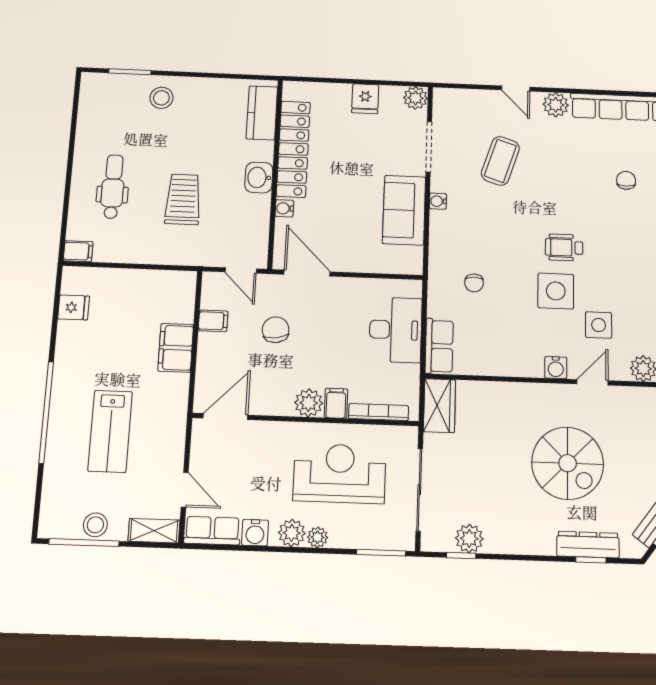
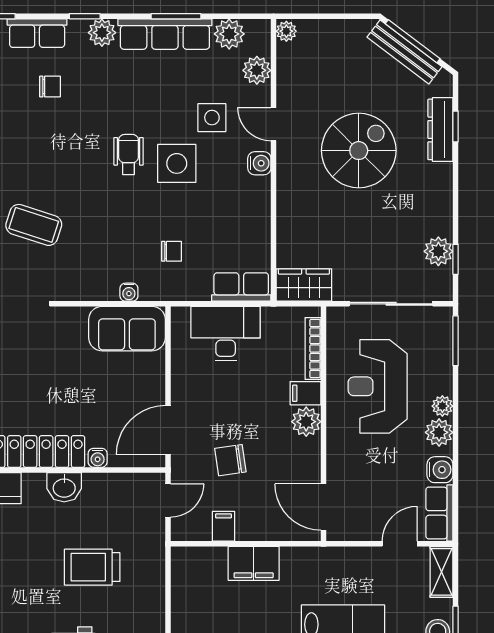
chair: (626, 180) -> (50, 87), turned 180
water cooler: (438, 201) -> (129, 292), moved
sofa: (404, 210) -> (127, 329), moved
wheelchair: (564, 248) -> (128, 155), turned 180

